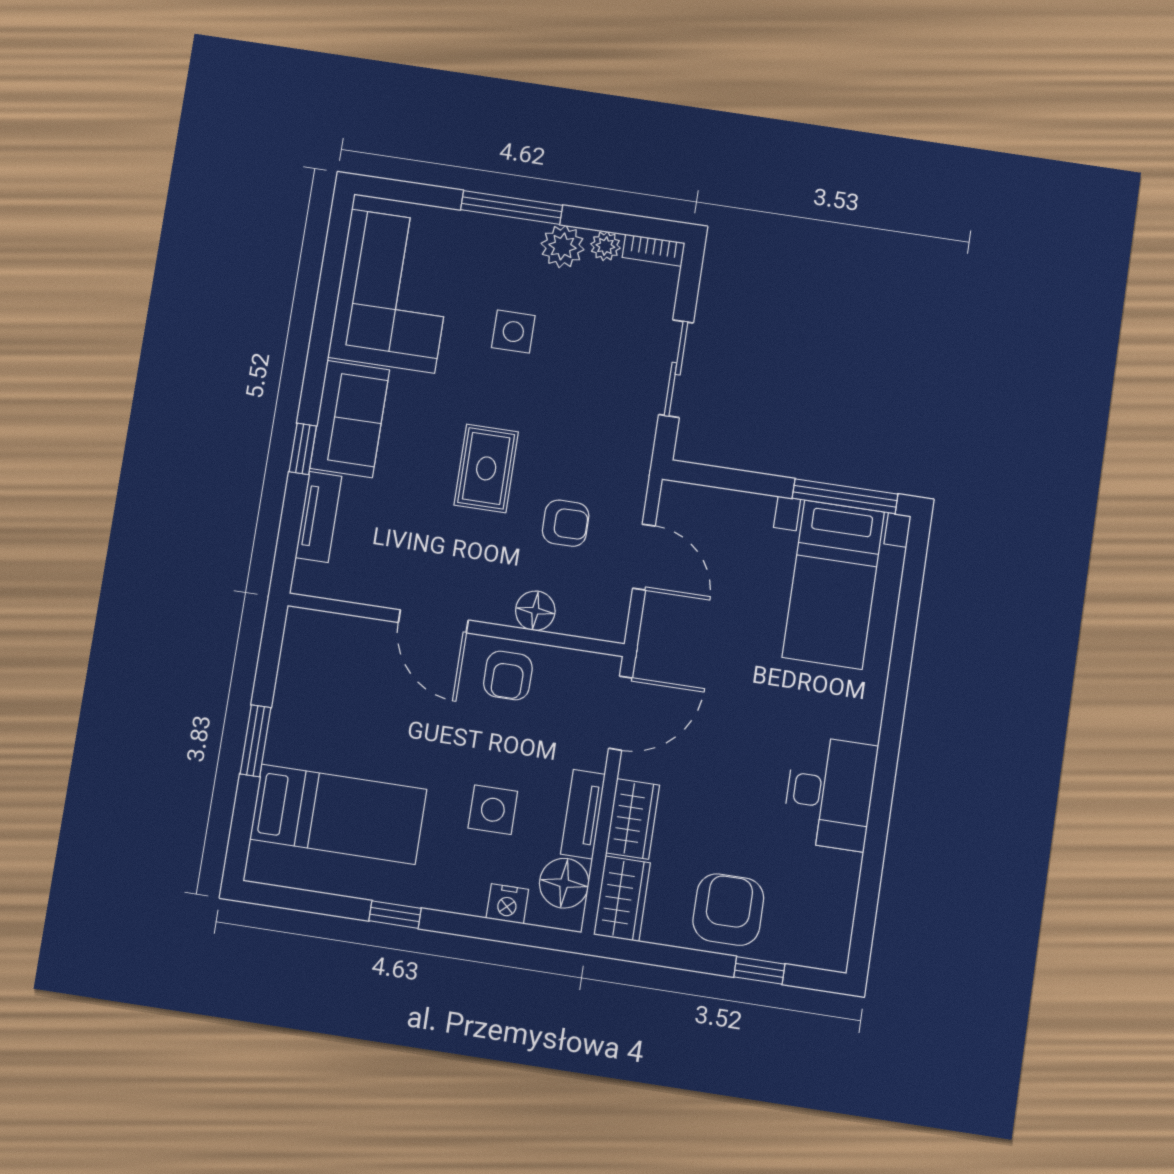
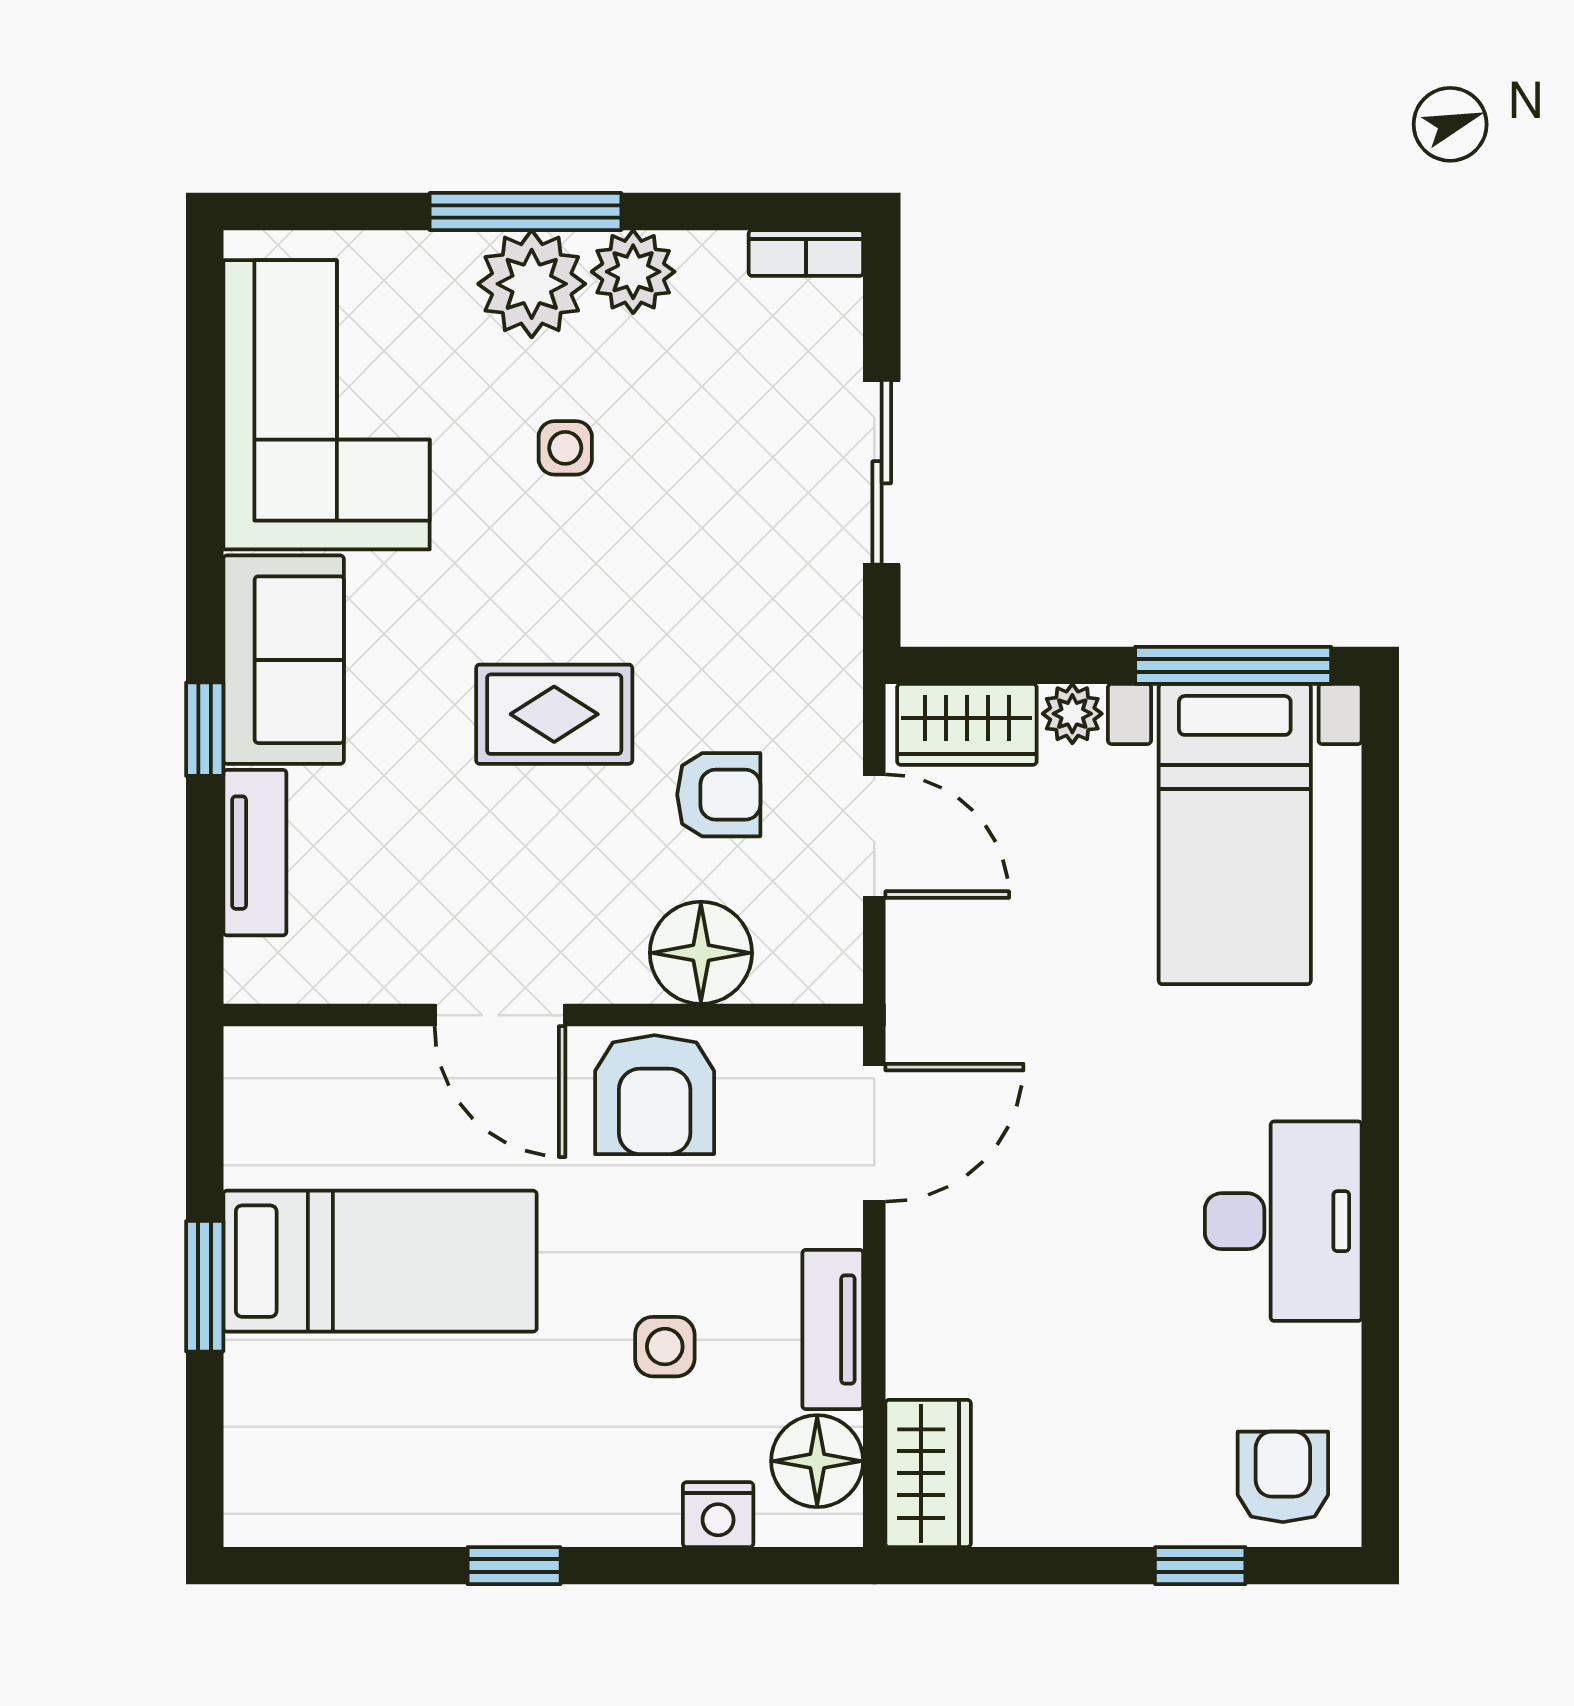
plant: (605, 246) -> (532, 284), moved, width x1.88, depth x1.88
side table: (513, 332) -> (565, 448), width x0.73, depth x0.73
rug: (486, 468) -> (554, 714), turned 90
plant: (757, 509) -> (1072, 714), added
floor lamp: (535, 611) -> (701, 953), width x1.38, depth x1.38
armchair: (508, 676) -> (655, 1095), width x1.38, depth x1.38
side table: (493, 810) -> (665, 1347), width x0.73, depth x0.73
bed: (338, 814) -> (380, 1261), moved
wardrobe: (633, 819) -> (967, 724), moved, turned 90
armchair: (728, 910) -> (1283, 1477), moved, width x0.72, depth x0.72

